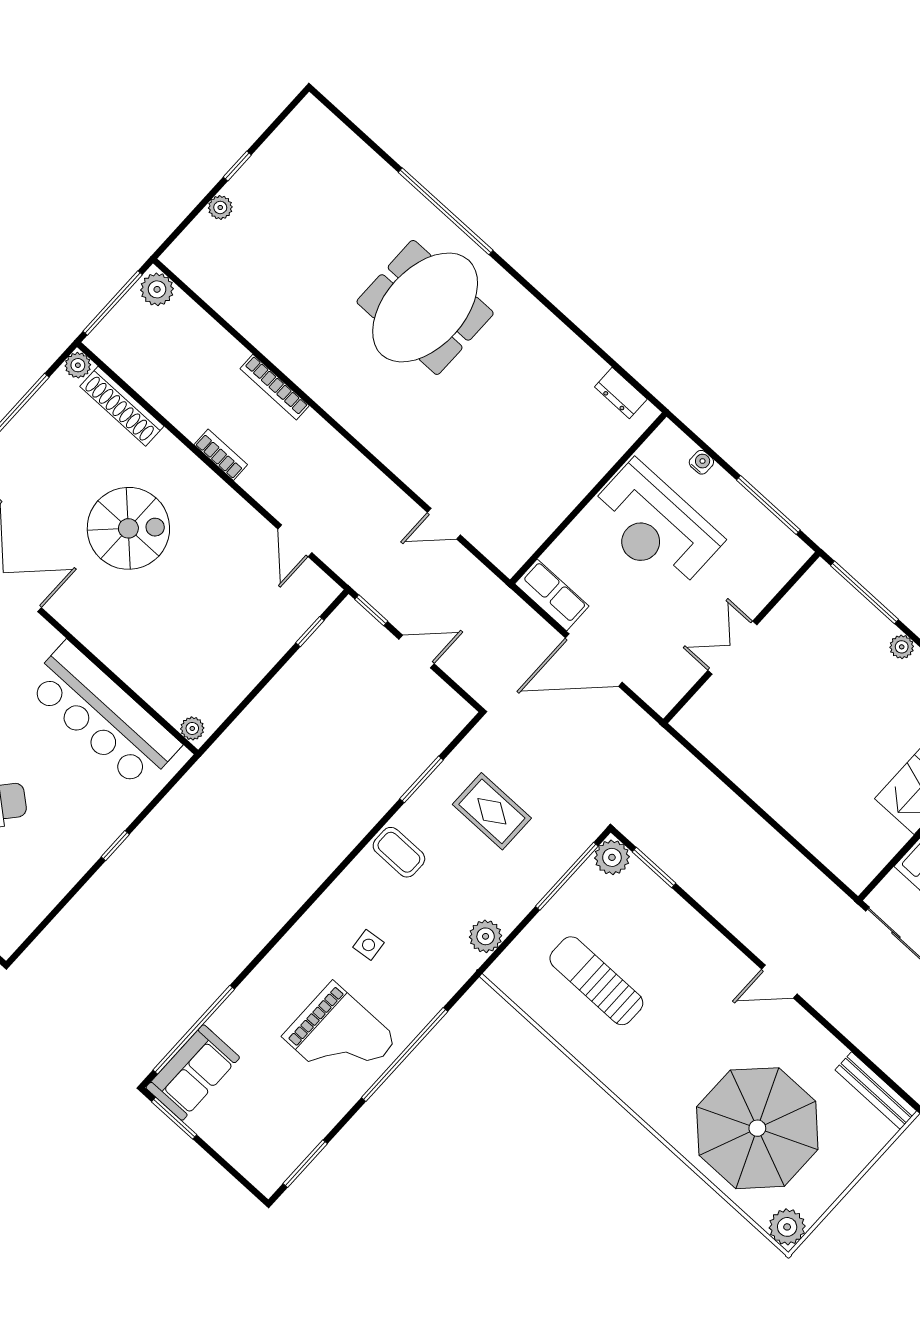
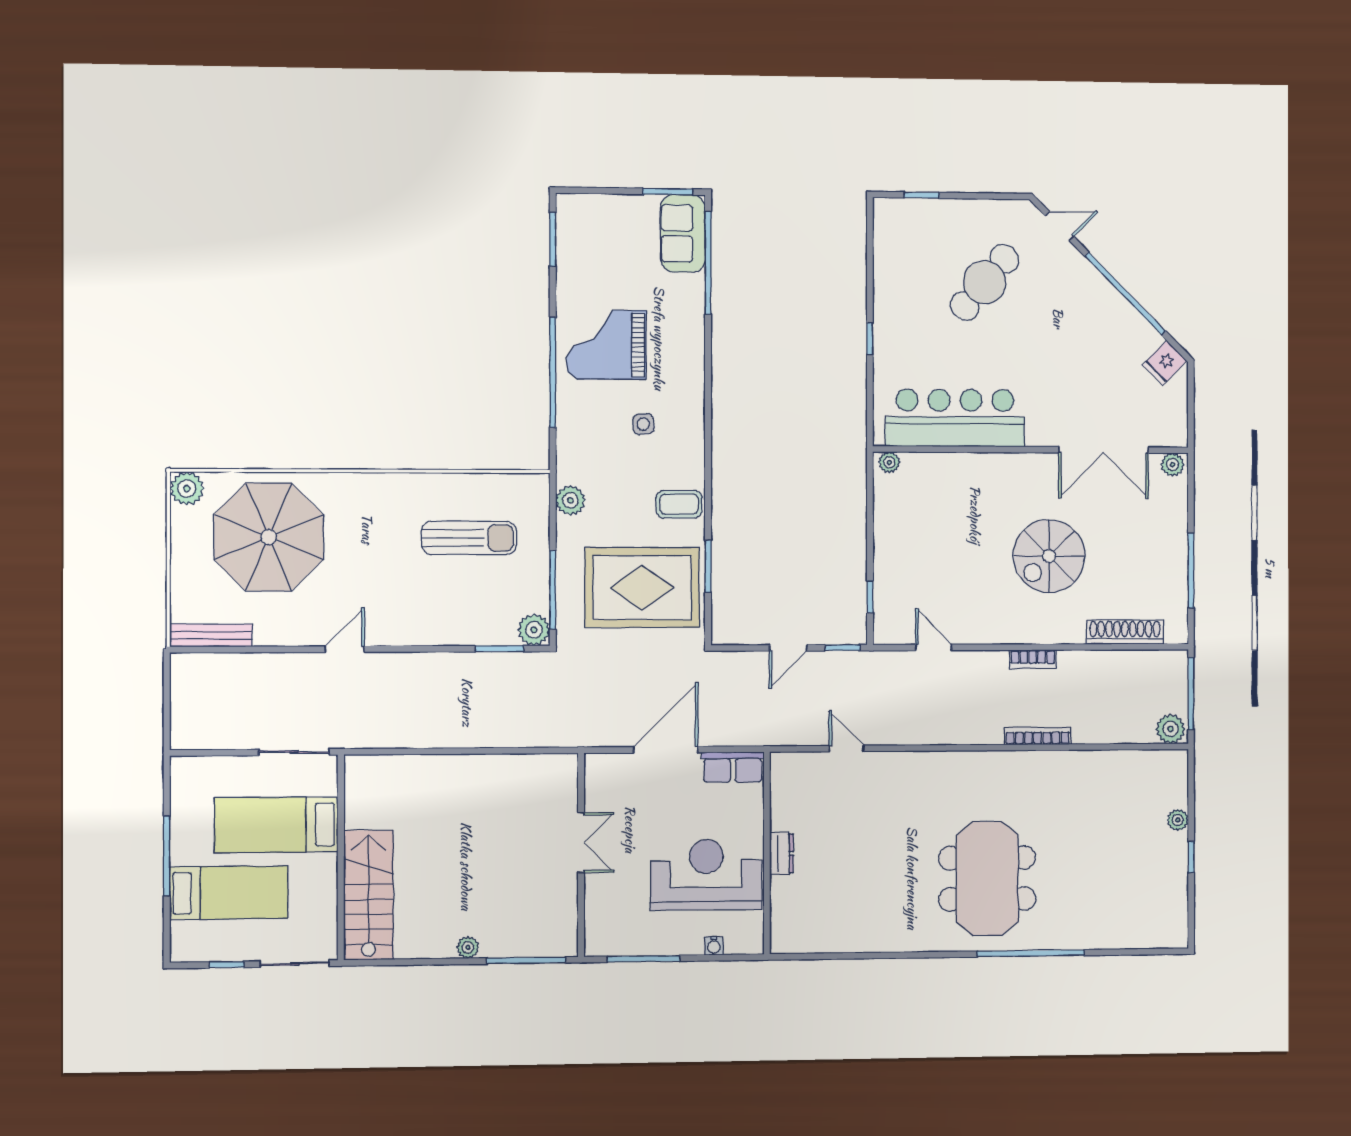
plant: (78, 365) -> (1177, 632), removed
dresser: (621, 393) -> (782, 853), moved, turned 90
door: (444, 524) -> (847, 749), hinge flipped
rug: (492, 811) -> (642, 588), width x1.86, depth x2.06

